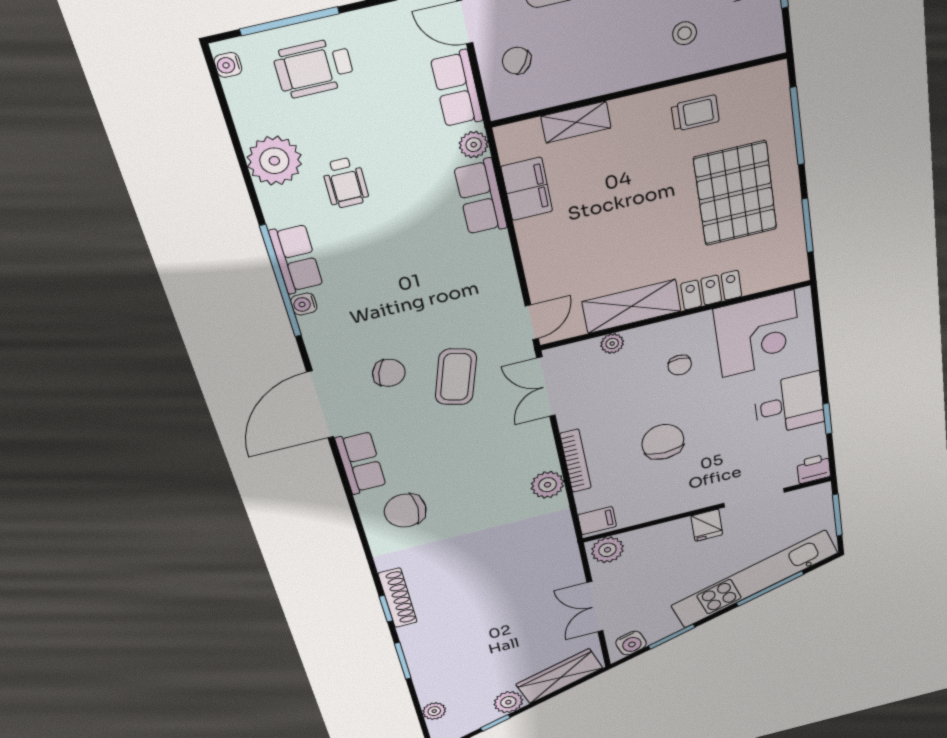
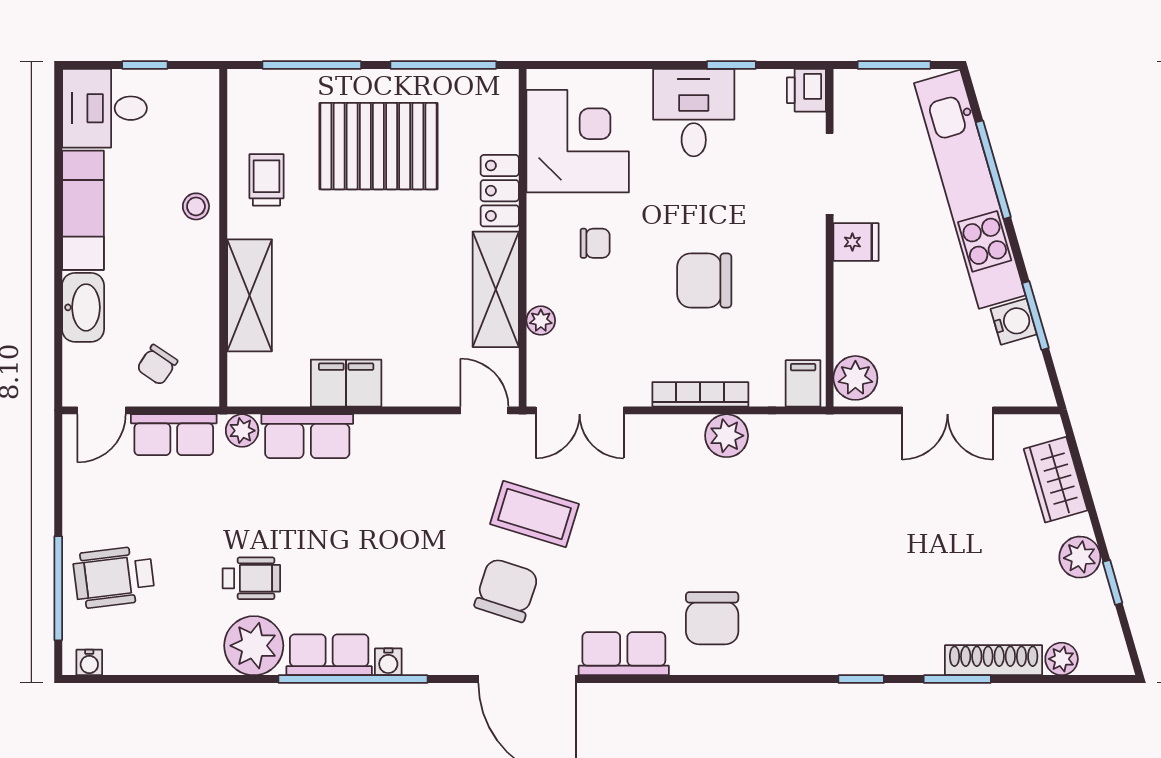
stool: (685, 33) -> (196, 206), moved
wheelchair: (314, 68) -> (114, 577), turned 83
shelving: (576, 122) -> (249, 295), width x1.50, depth x1.33
plant: (274, 161) -> (254, 646), moved
filing cabinet: (527, 189) -> (346, 383), moved
window: (808, 226) -> (443, 65), width x1.44
chair: (389, 373) -> (506, 590), width x1.37, depth x1.37
shoe rack: (398, 598) -> (994, 660), moved
water cooler: (631, 643) -> (1014, 322), moved
wardrobe: (559, 676) -> (1056, 480), width x0.67

